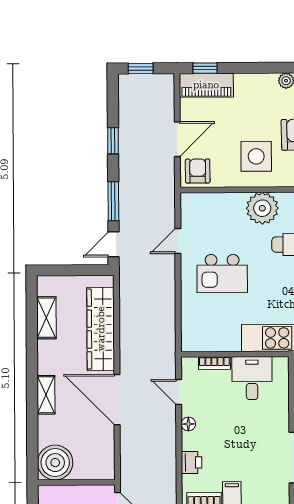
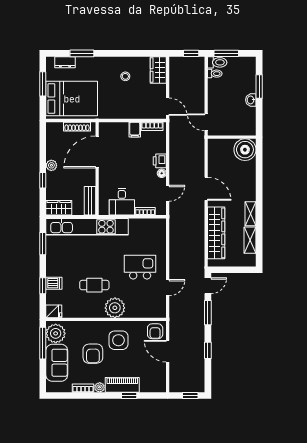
window: (205, 68) -> (129, 395), moved
piano: (206, 85) -> (122, 385), moved
door: (177, 139) -> (168, 351), hinge flipped
door: (179, 392) -> (168, 193), hinge flipped
shelving: (46, 395) -> (250, 214), moved
door: (117, 400) -> (206, 189), width x0.73
printer: (192, 462) -> (160, 161), moved

